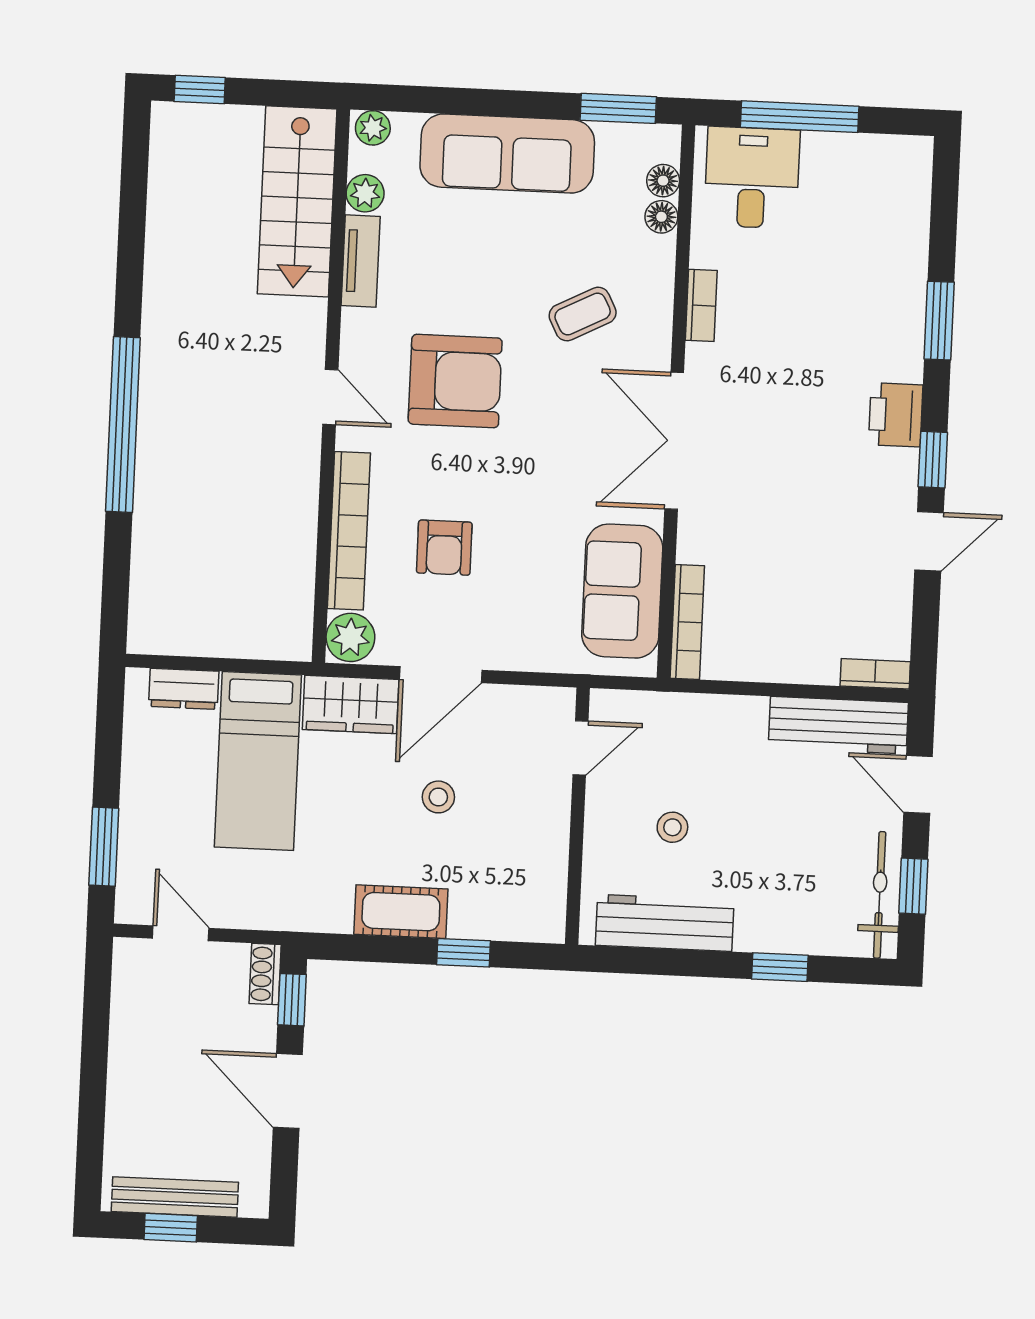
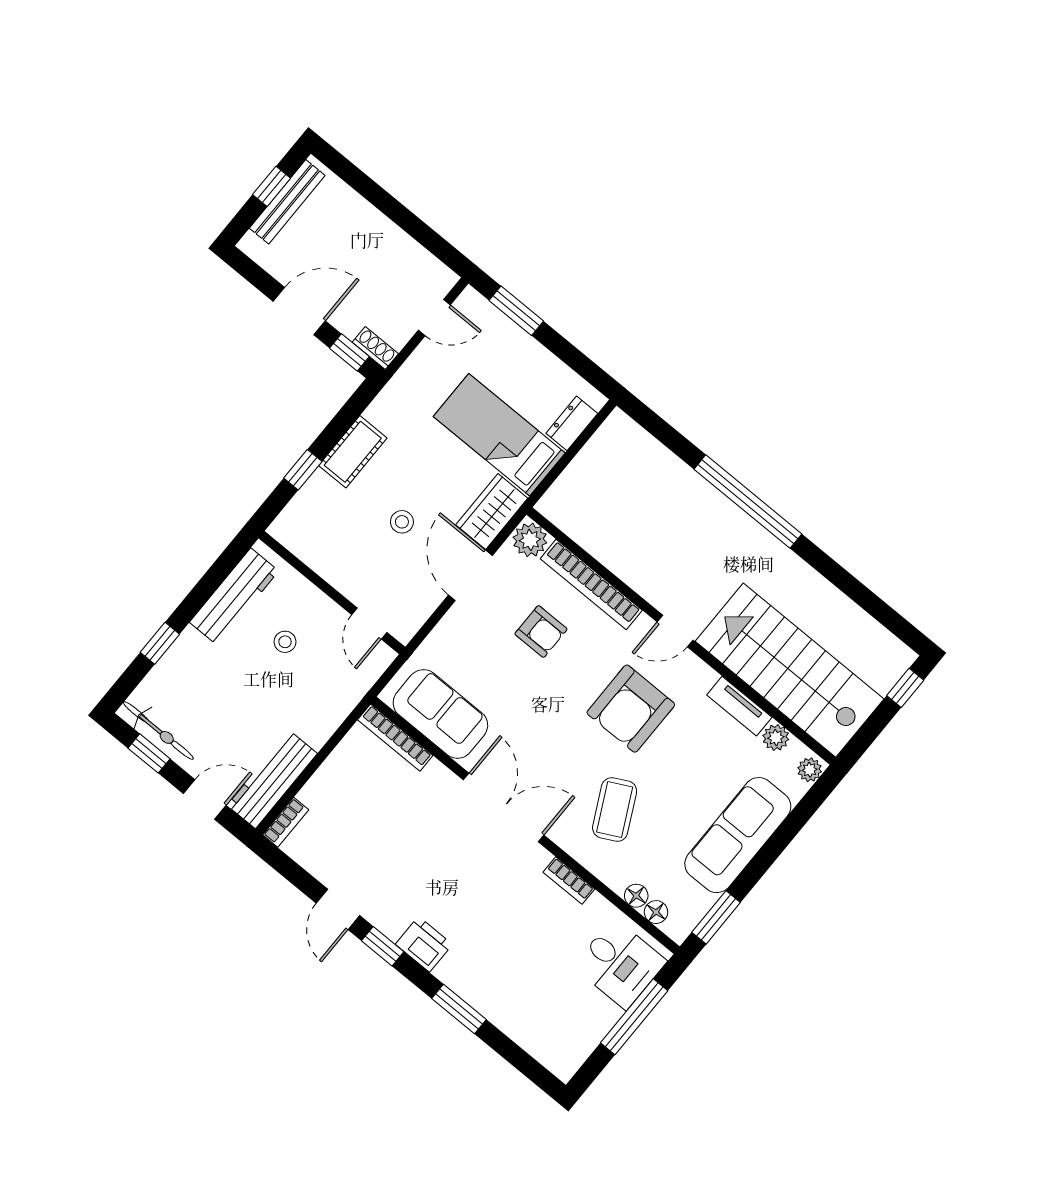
stairs: (297, 201) -> (790, 670), width x1.36, depth x1.51
coffee table: (583, 314) -> (615, 809), width x1.36, depth x1.30
armchair: (444, 548) -> (541, 631), turned 180

